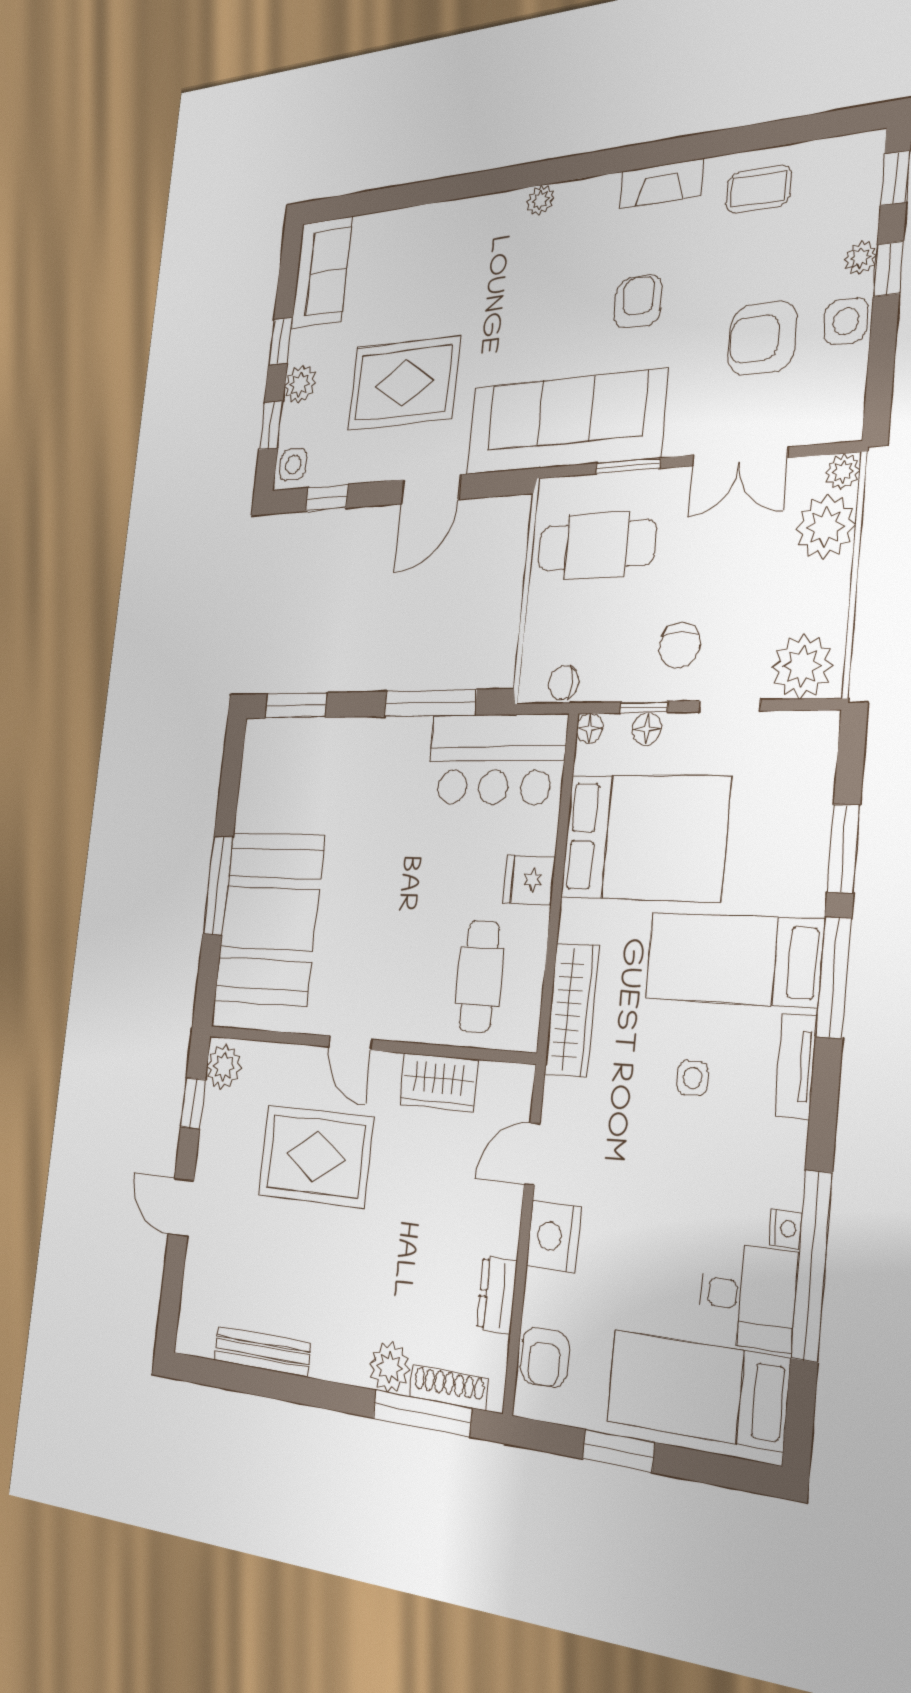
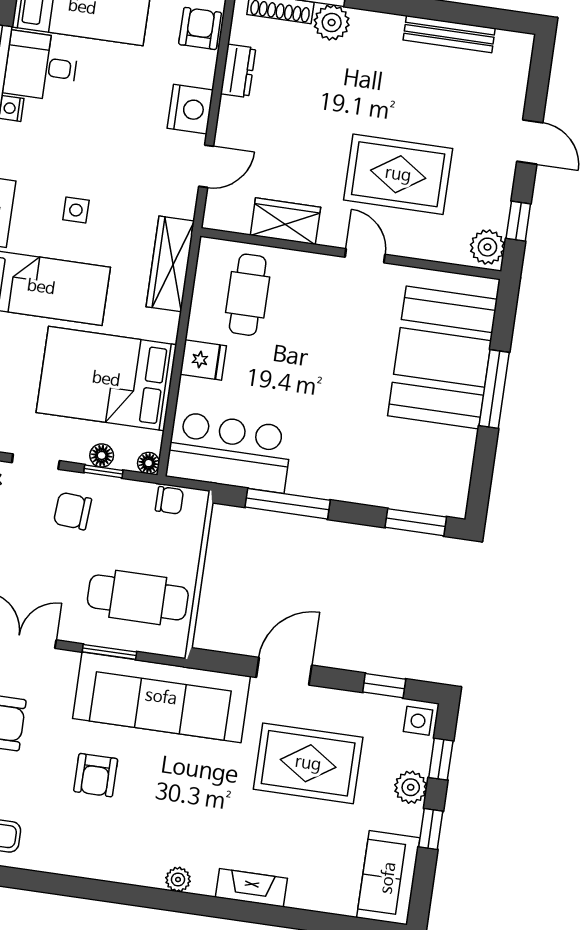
fireplace: (661, 184) -> (251, 888), moved
chair: (680, 645) -> (73, 511), turned -86

